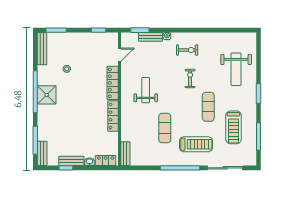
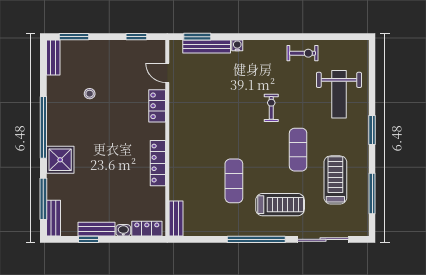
bench: (151, 37) -> (207, 47), width x1.36
bench: (42, 49) -> (53, 58), width x0.73
exercise bike: (187, 50) -> (302, 53), moved
door: (119, 55) -> (167, 73), swing flipped
locker: (113, 83) -> (157, 106), width x0.66
weight bench: (146, 90) -> (206, 125), removed
shower: (47, 95) -> (60, 160), moved
treadmill: (234, 127) -> (335, 180), turned 180

